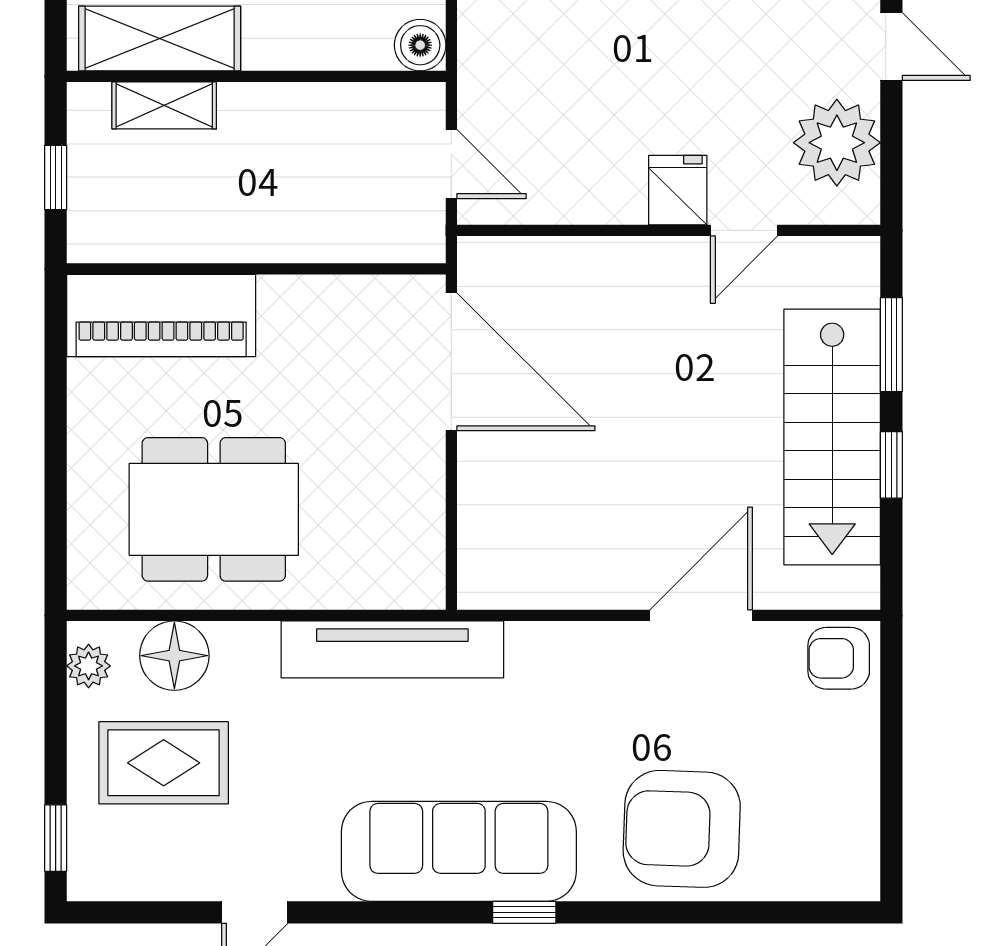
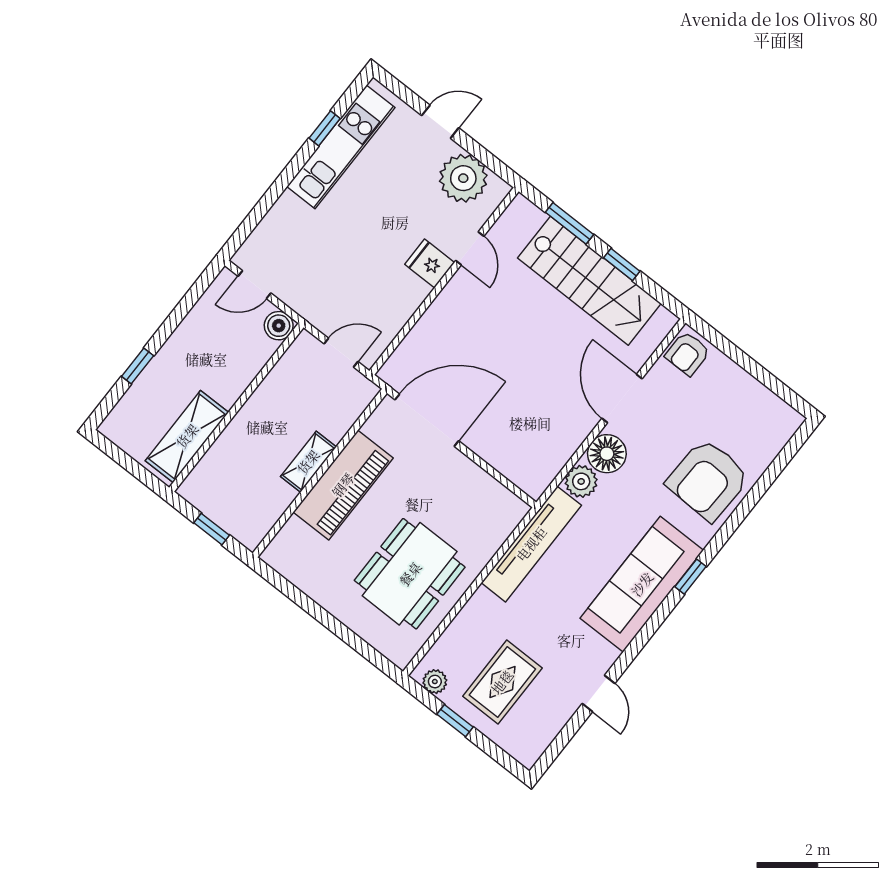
shelving: (164, 105) -> (308, 462), moved
piano: (161, 316) -> (343, 485), moved
plant: (537, 650) -> (581, 481), added
floor lamp: (174, 656) -> (607, 454), moved
window: (56, 838) -> (455, 721), moved

